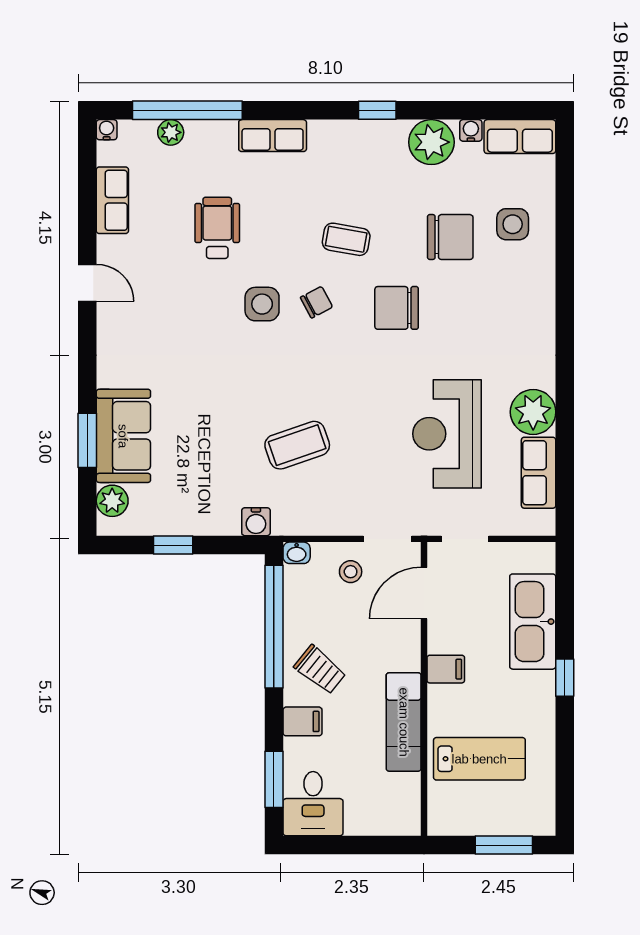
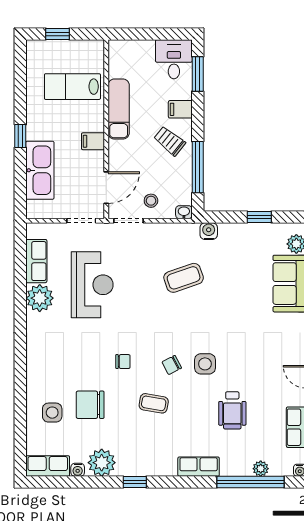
chair: (397, 308) -> (123, 362), width x0.54, depth x0.54
window: (274, 627) -> (198, 167), width x0.68
window: (504, 845) -> (58, 34), width x0.67

